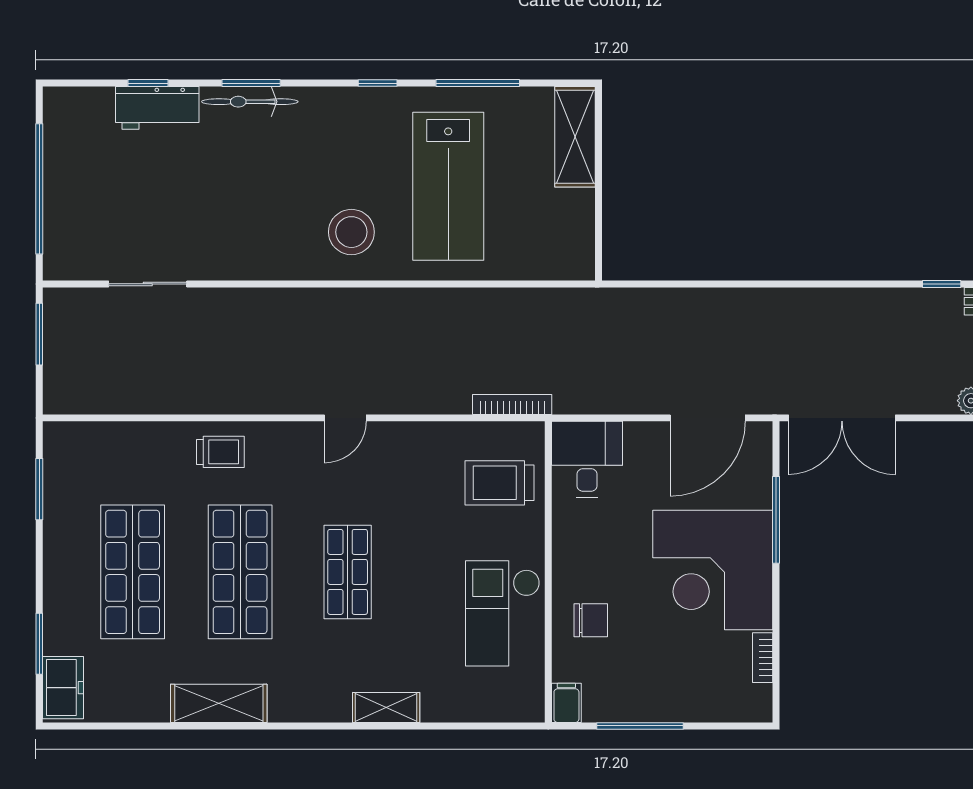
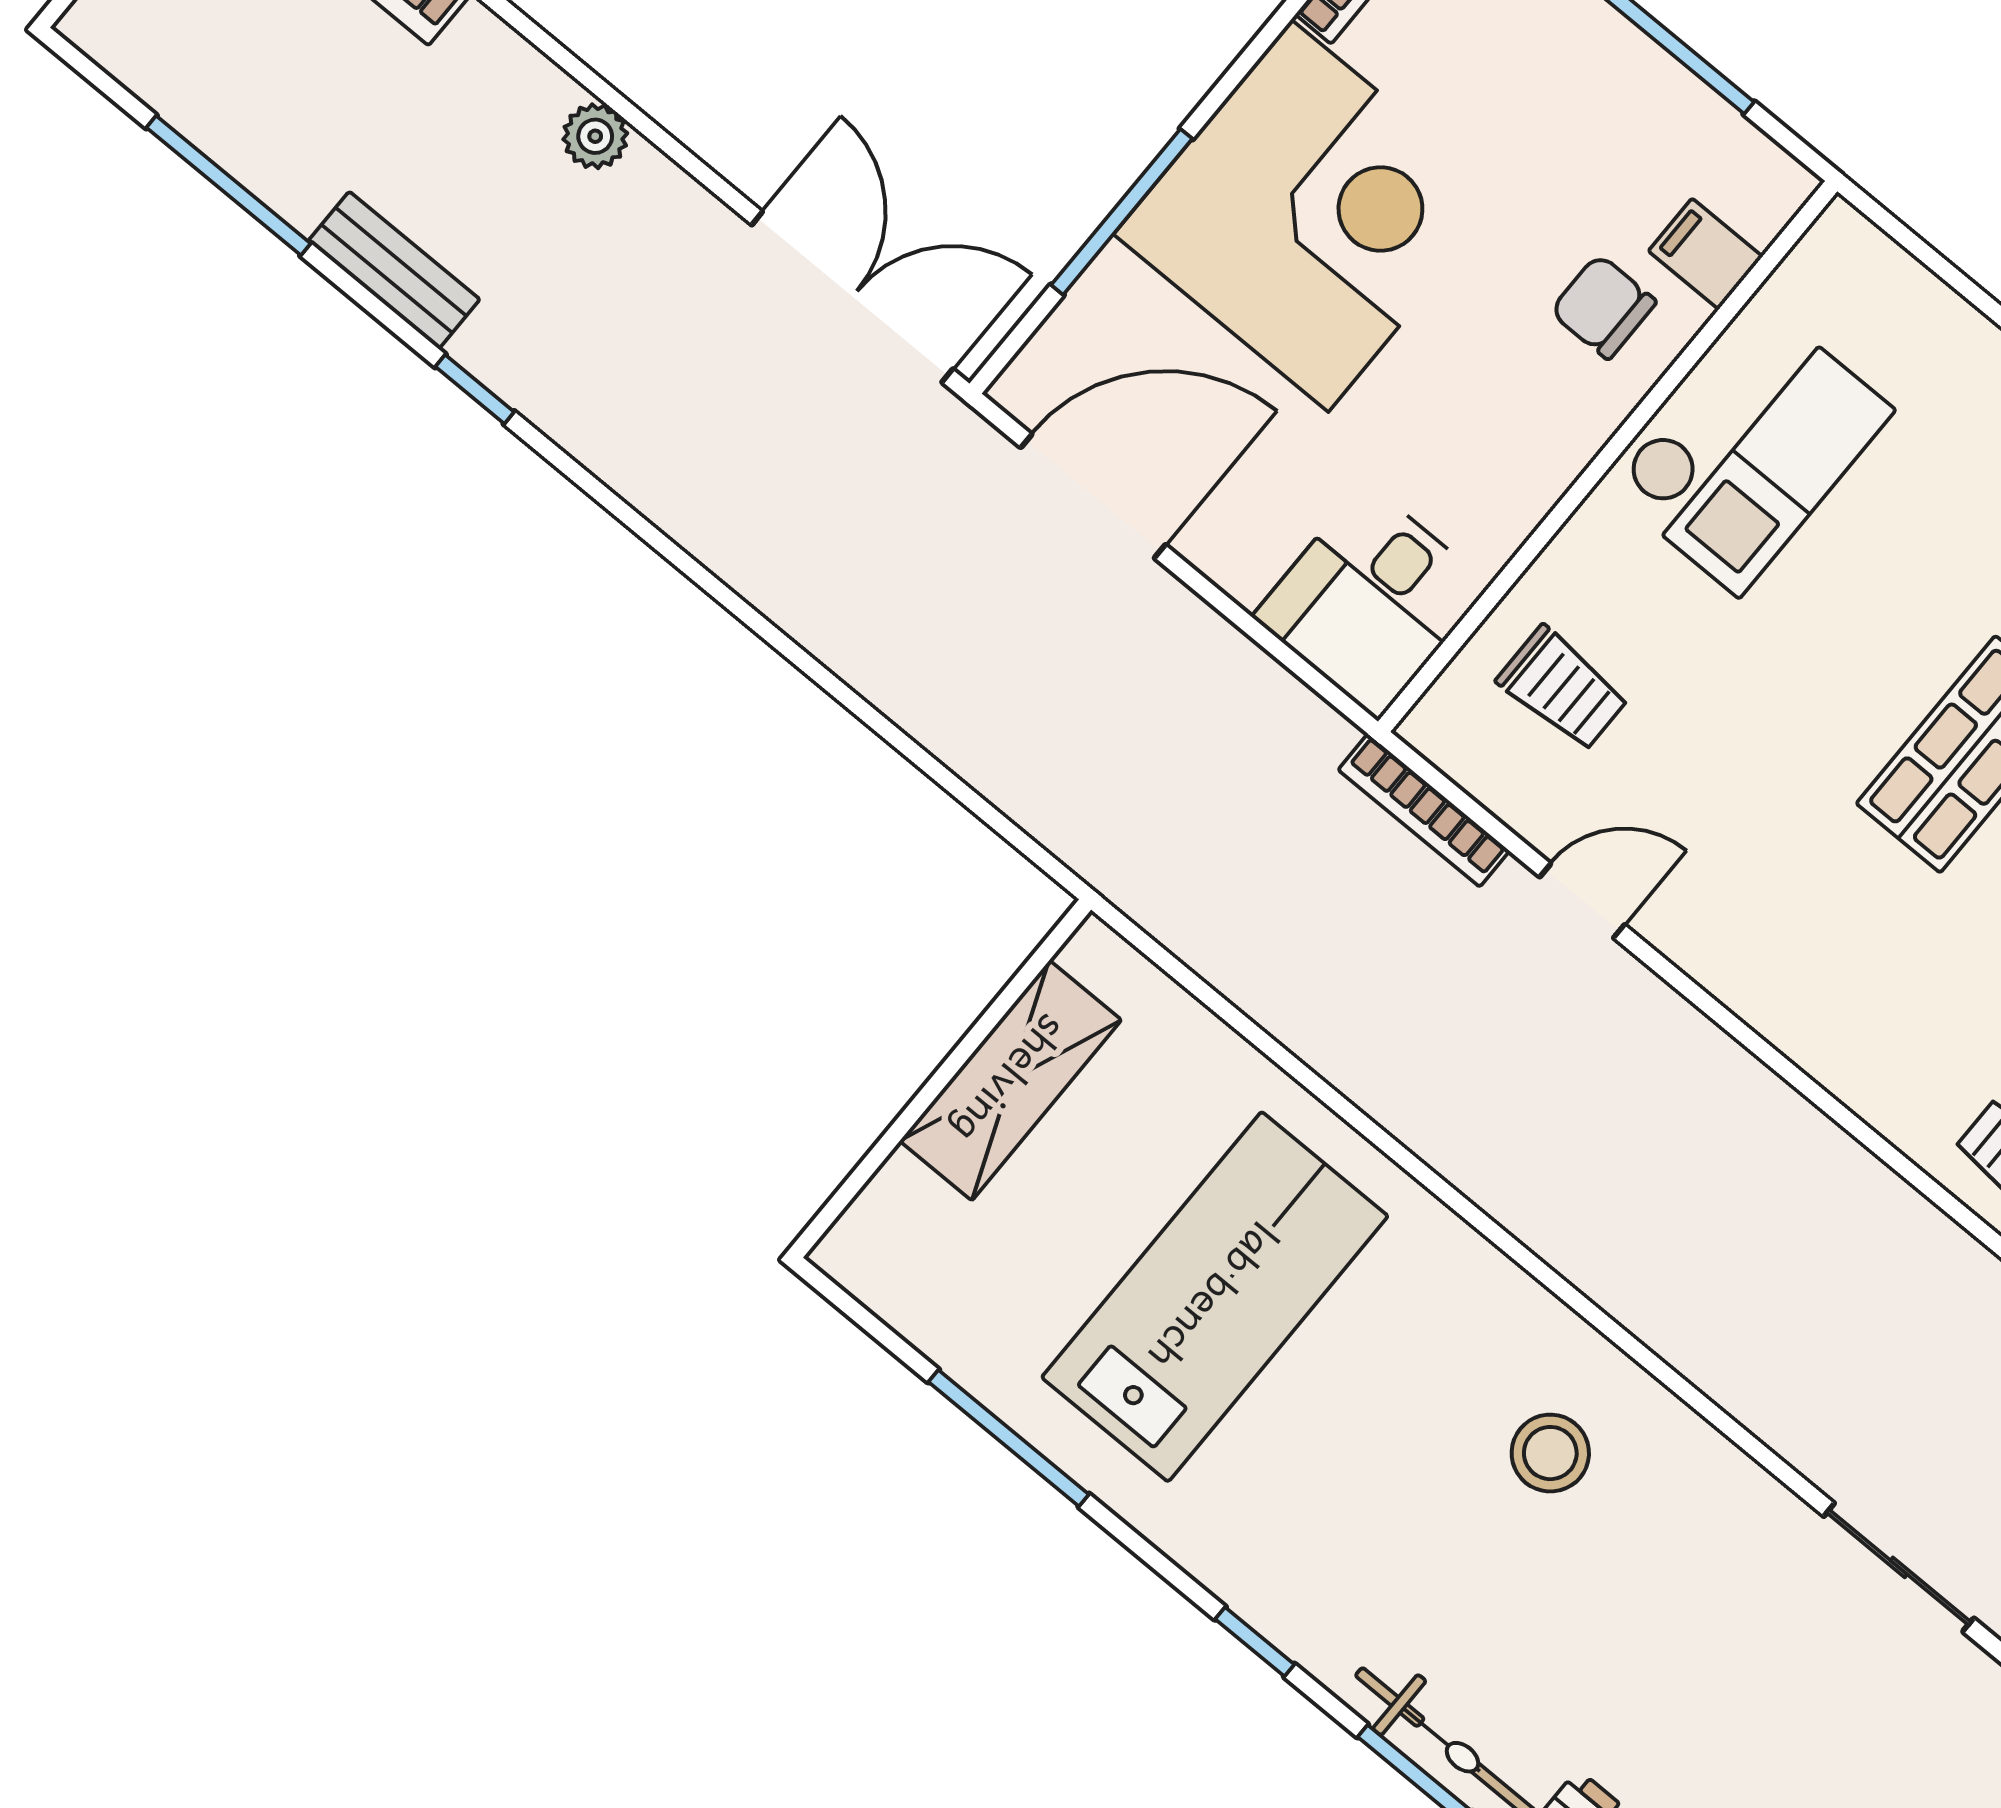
window: (378, 83) -> (1255, 1642), moved
shelving: (575, 137) -> (1011, 1080), moved
stool: (351, 232) -> (1550, 1453), moved, width x0.73, depth x0.73
door: (345, 418) -> (1582, 901), moved
trolley: (500, 483) -> (1563, 689), width x0.73, depth x0.72
filing cabinet: (566, 703) -> (1705, 254), moved, turned 90

